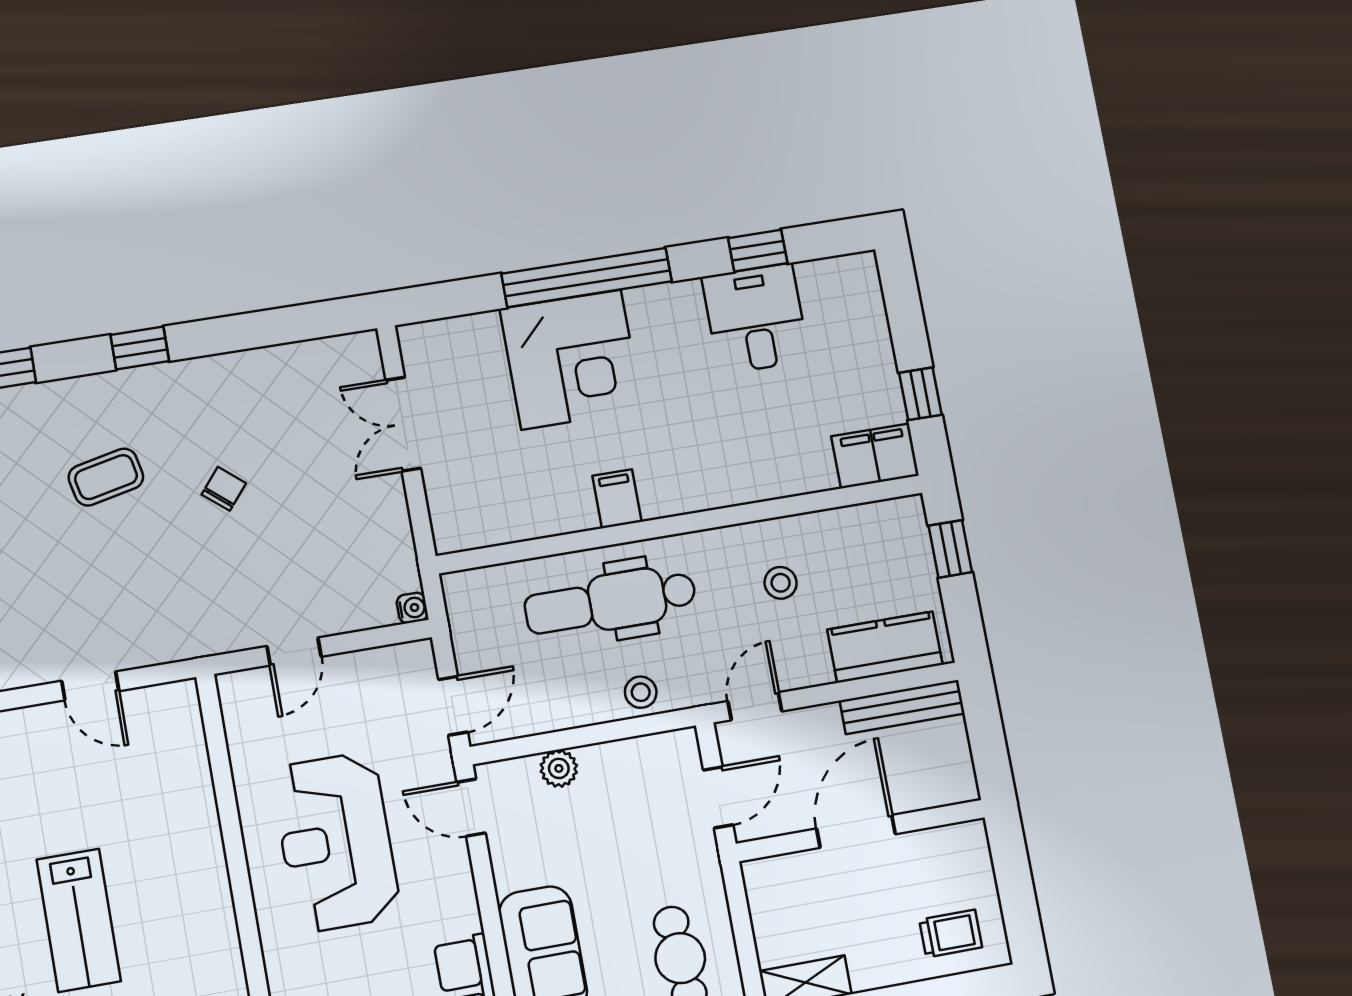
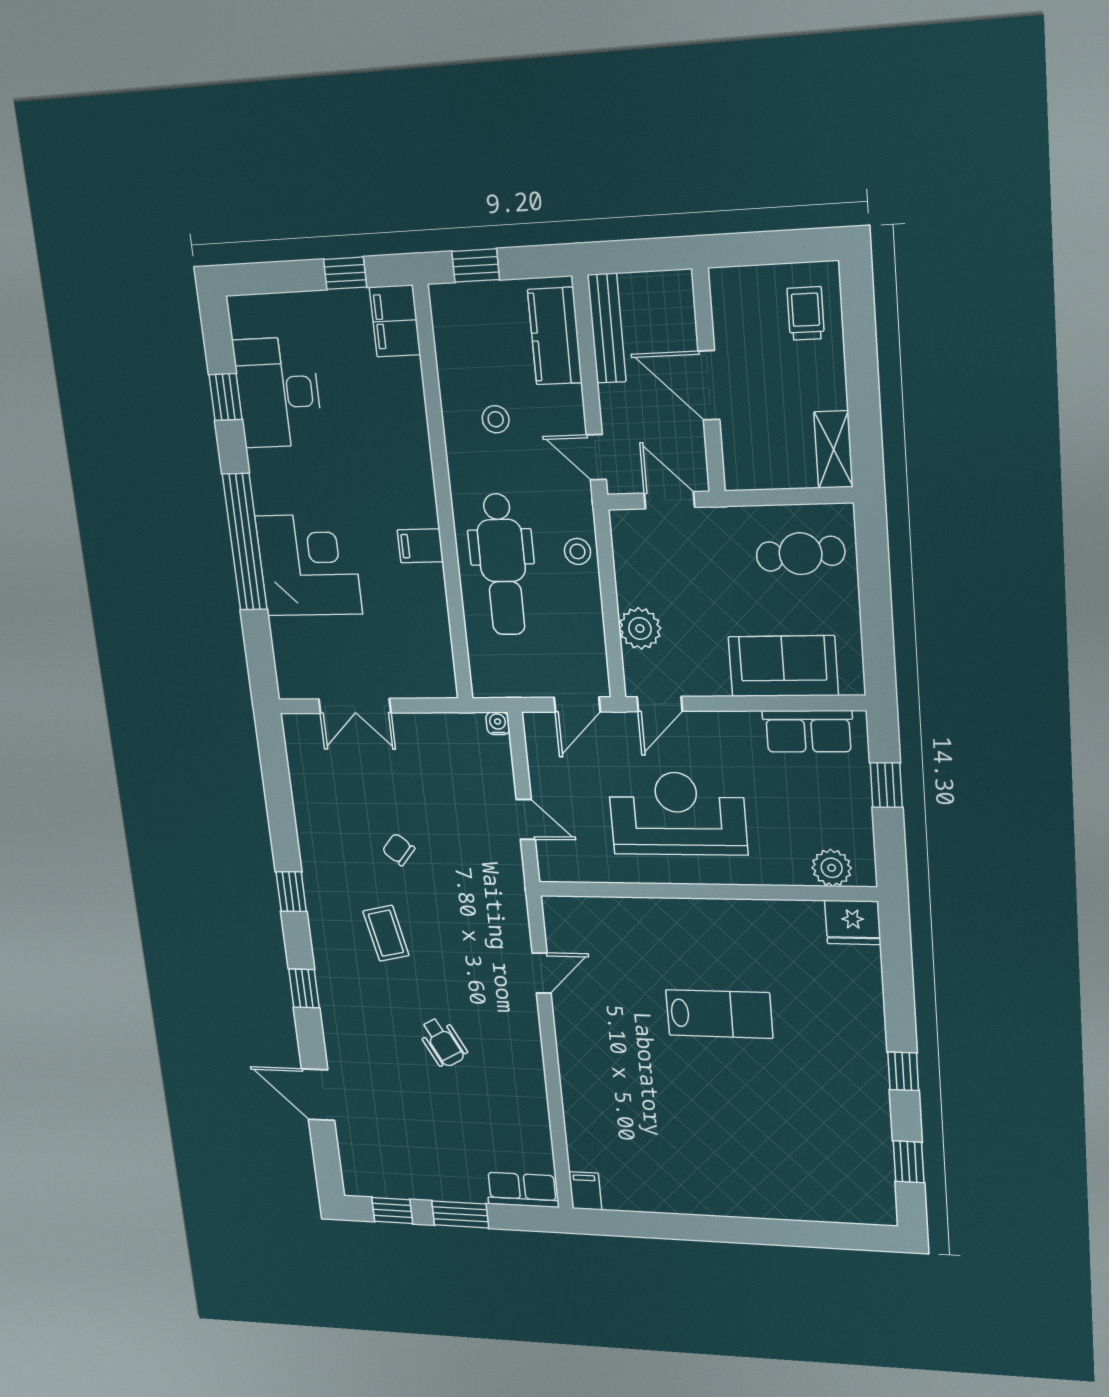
desk: (756, 319) -> (278, 392), width x1.37
door: (453, 706) -> (577, 705), swing flipped
plant: (559, 768) -> (640, 628), width x1.38, depth x1.38
reception desk: (336, 842) -> (678, 814), turned 180

